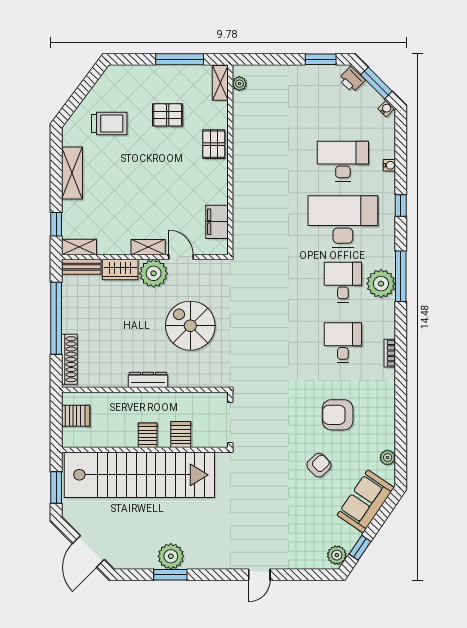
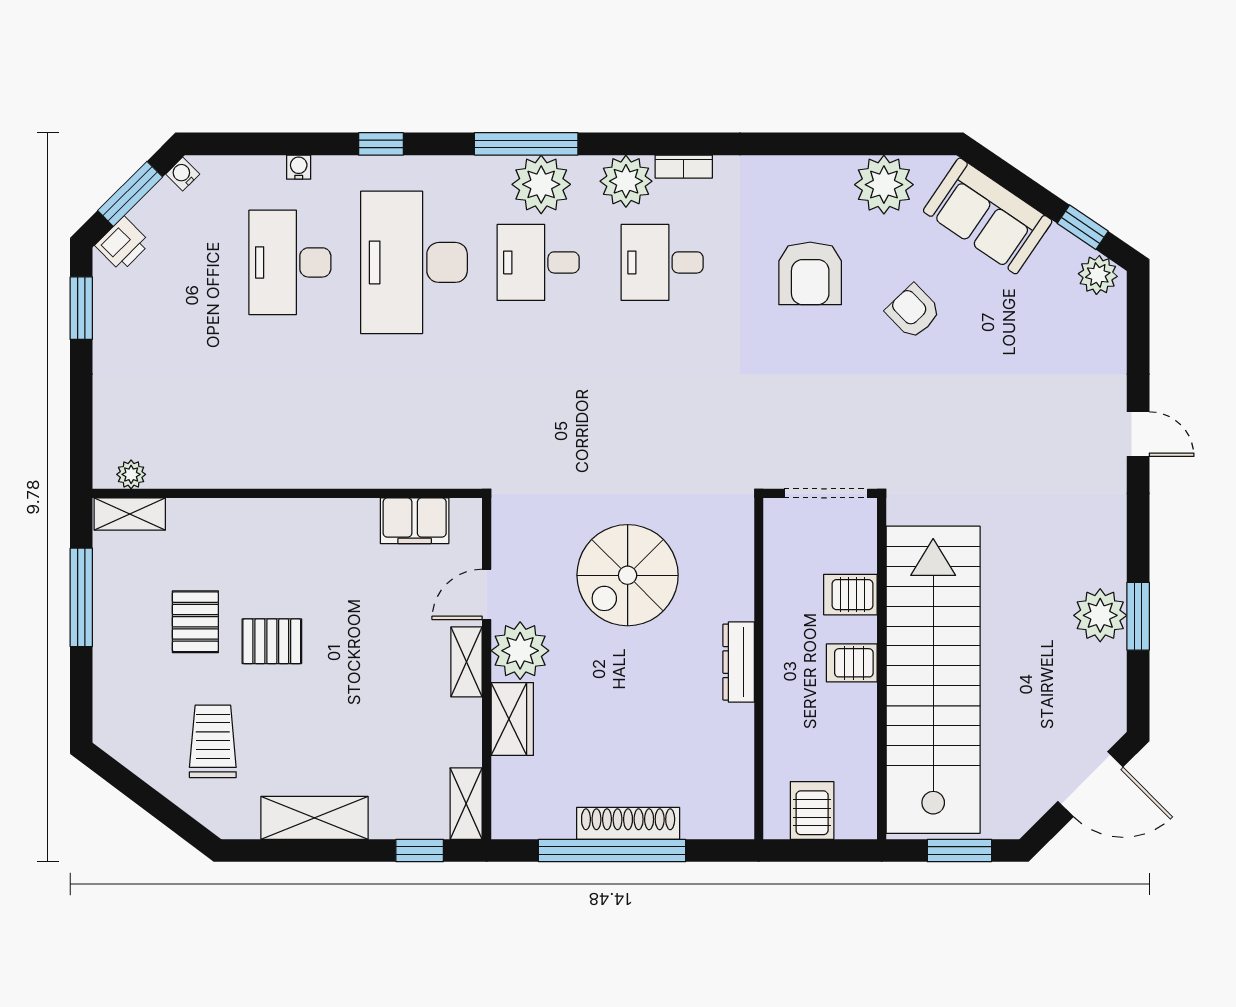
pallet: (214, 144) -> (272, 641), moved
bench: (81, 267) -> (507, 799), removed
plant: (383, 325) -> (626, 181), added
shoe rack: (69, 359) -> (628, 823), moved
plant: (388, 457) -> (884, 185), width x1.88, depth x1.88

